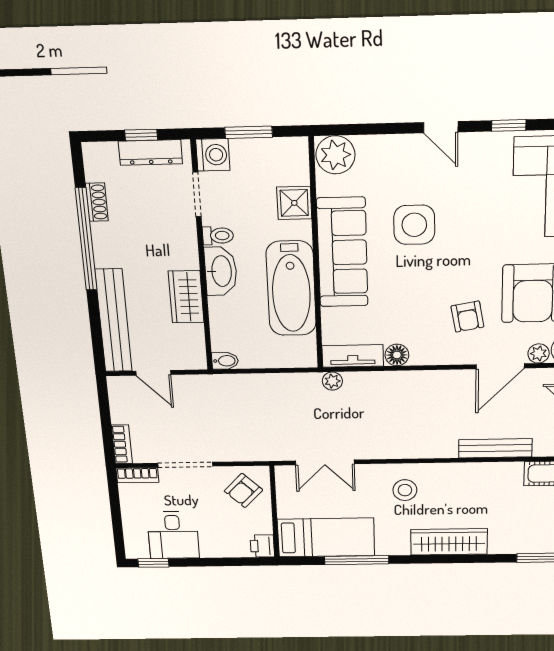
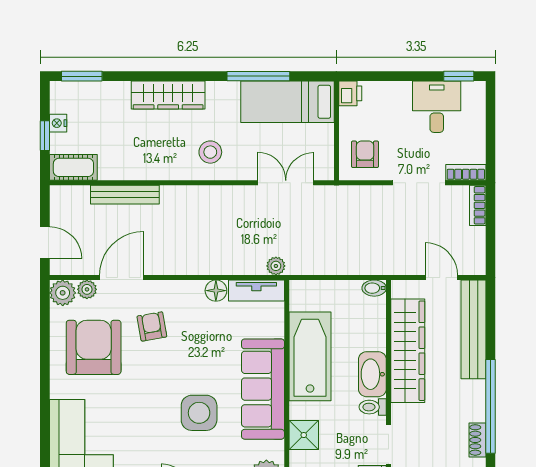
wardrobe: (186, 297) -> (408, 351), width x2.10, depth x1.17
armchair: (243, 490) -> (365, 154), turned -44

